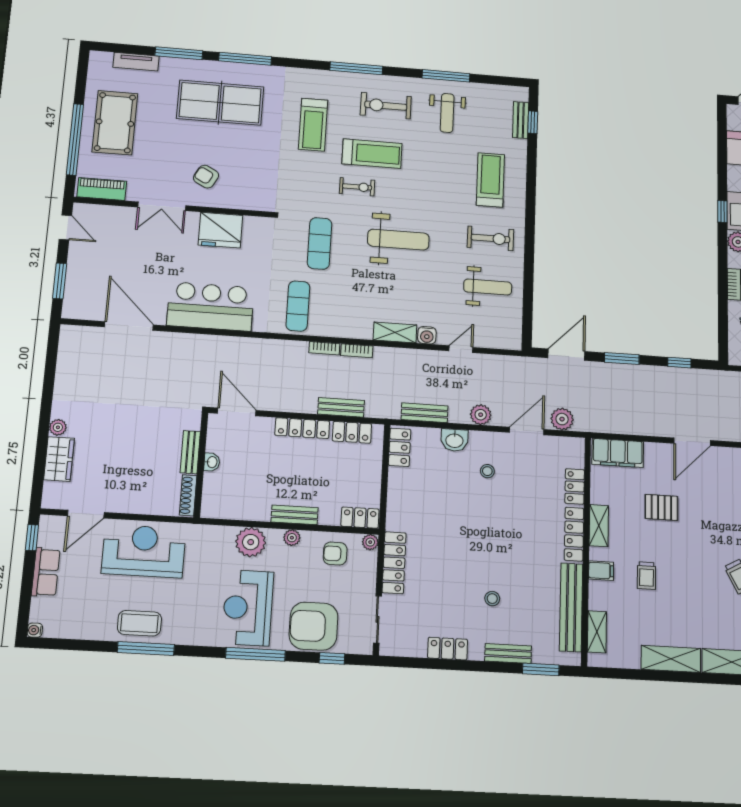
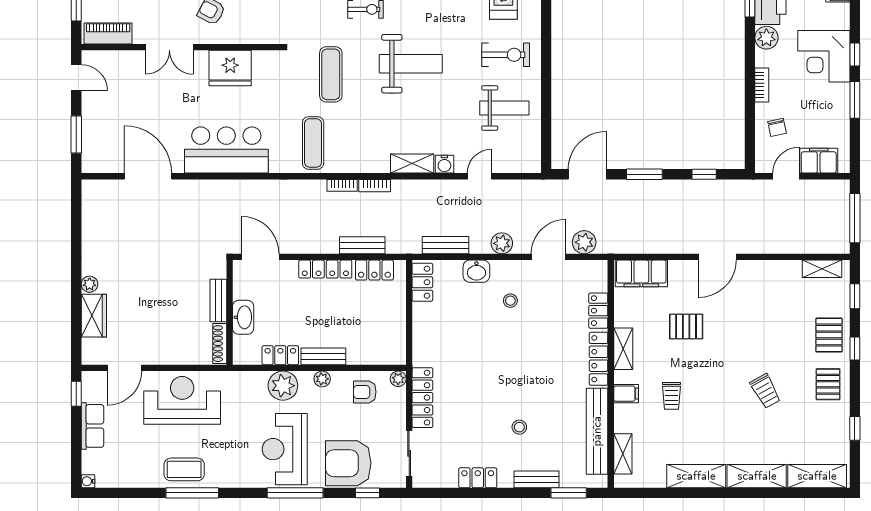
washbasin: (212, 462) -> (243, 317), width x1.91, depth x1.45
locker: (360, 518) -> (280, 355), moved

